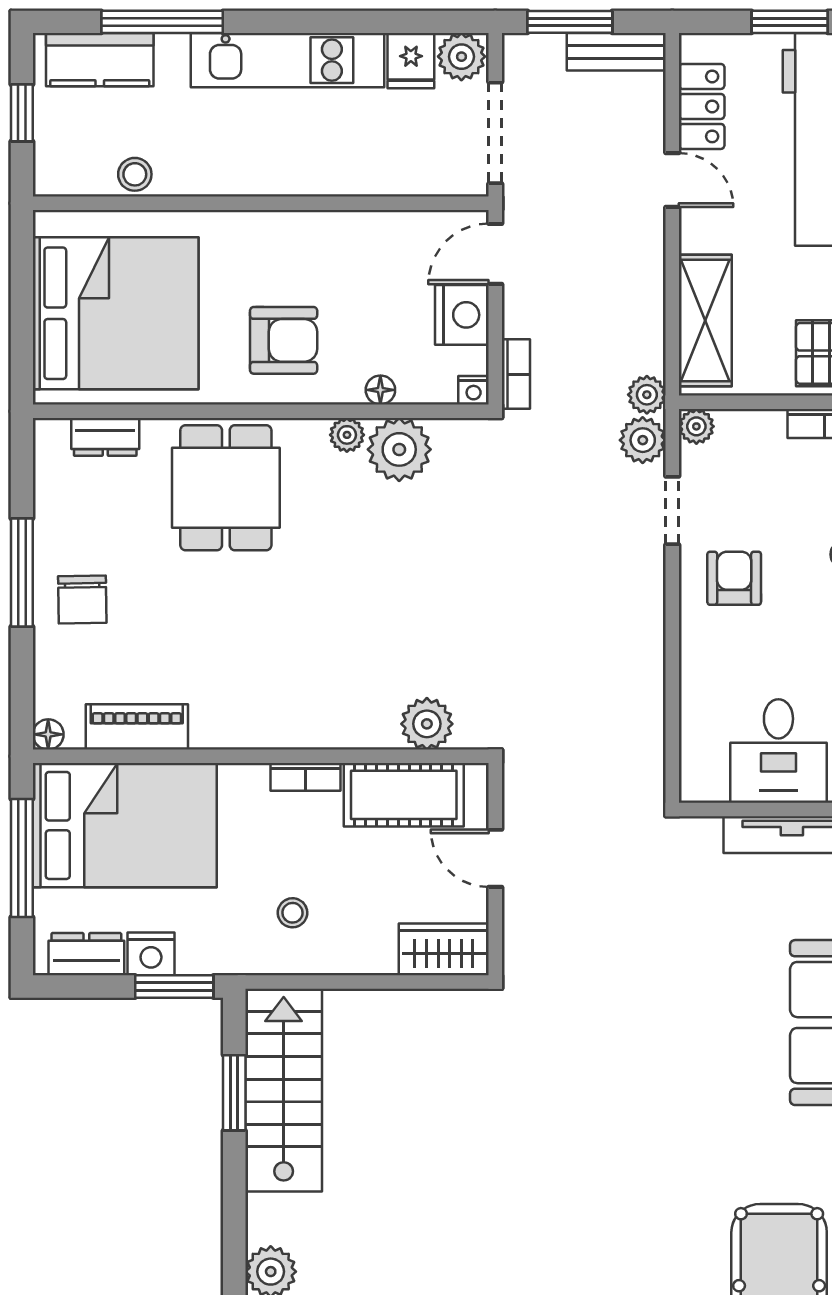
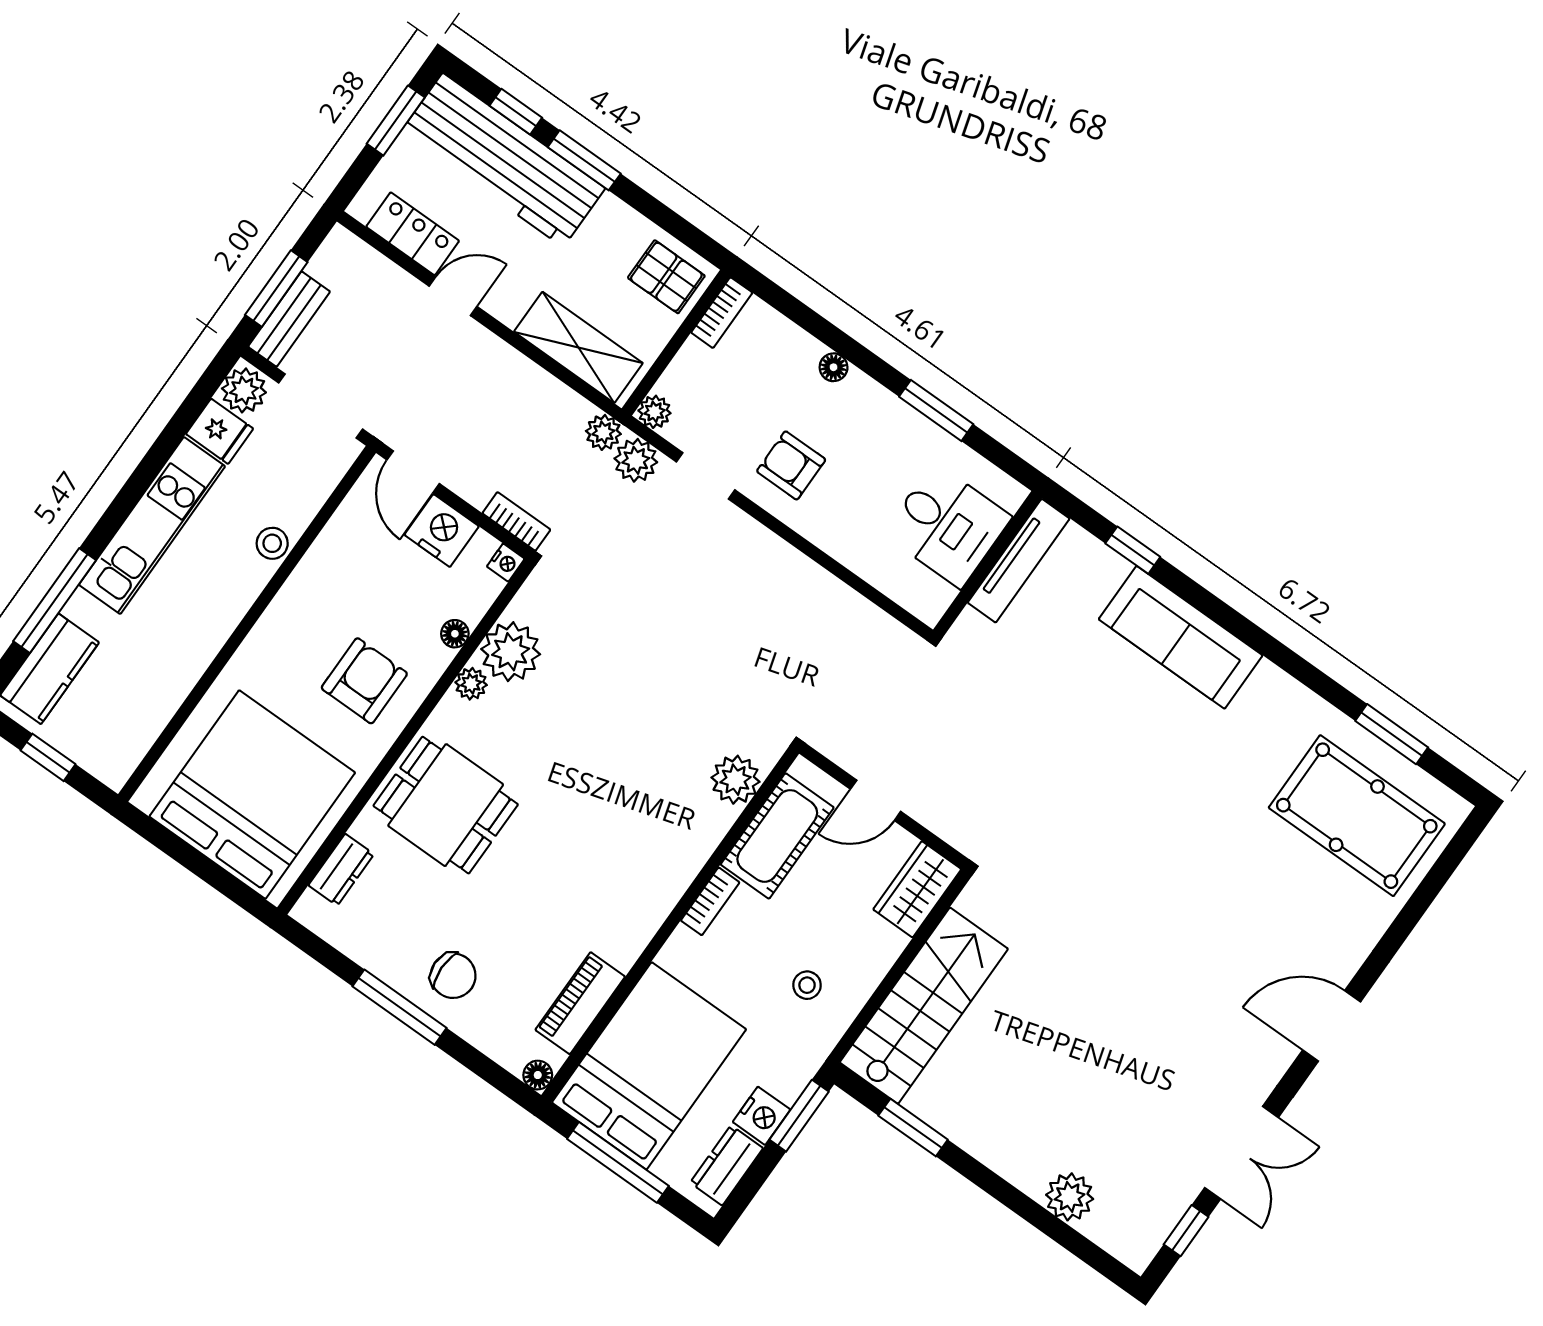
bench: (616, 52) -> (289, 319), moved
stool: (135, 174) -> (272, 543), moved
stairs: (284, 1090) -> (924, 1006), moved, turned 90

